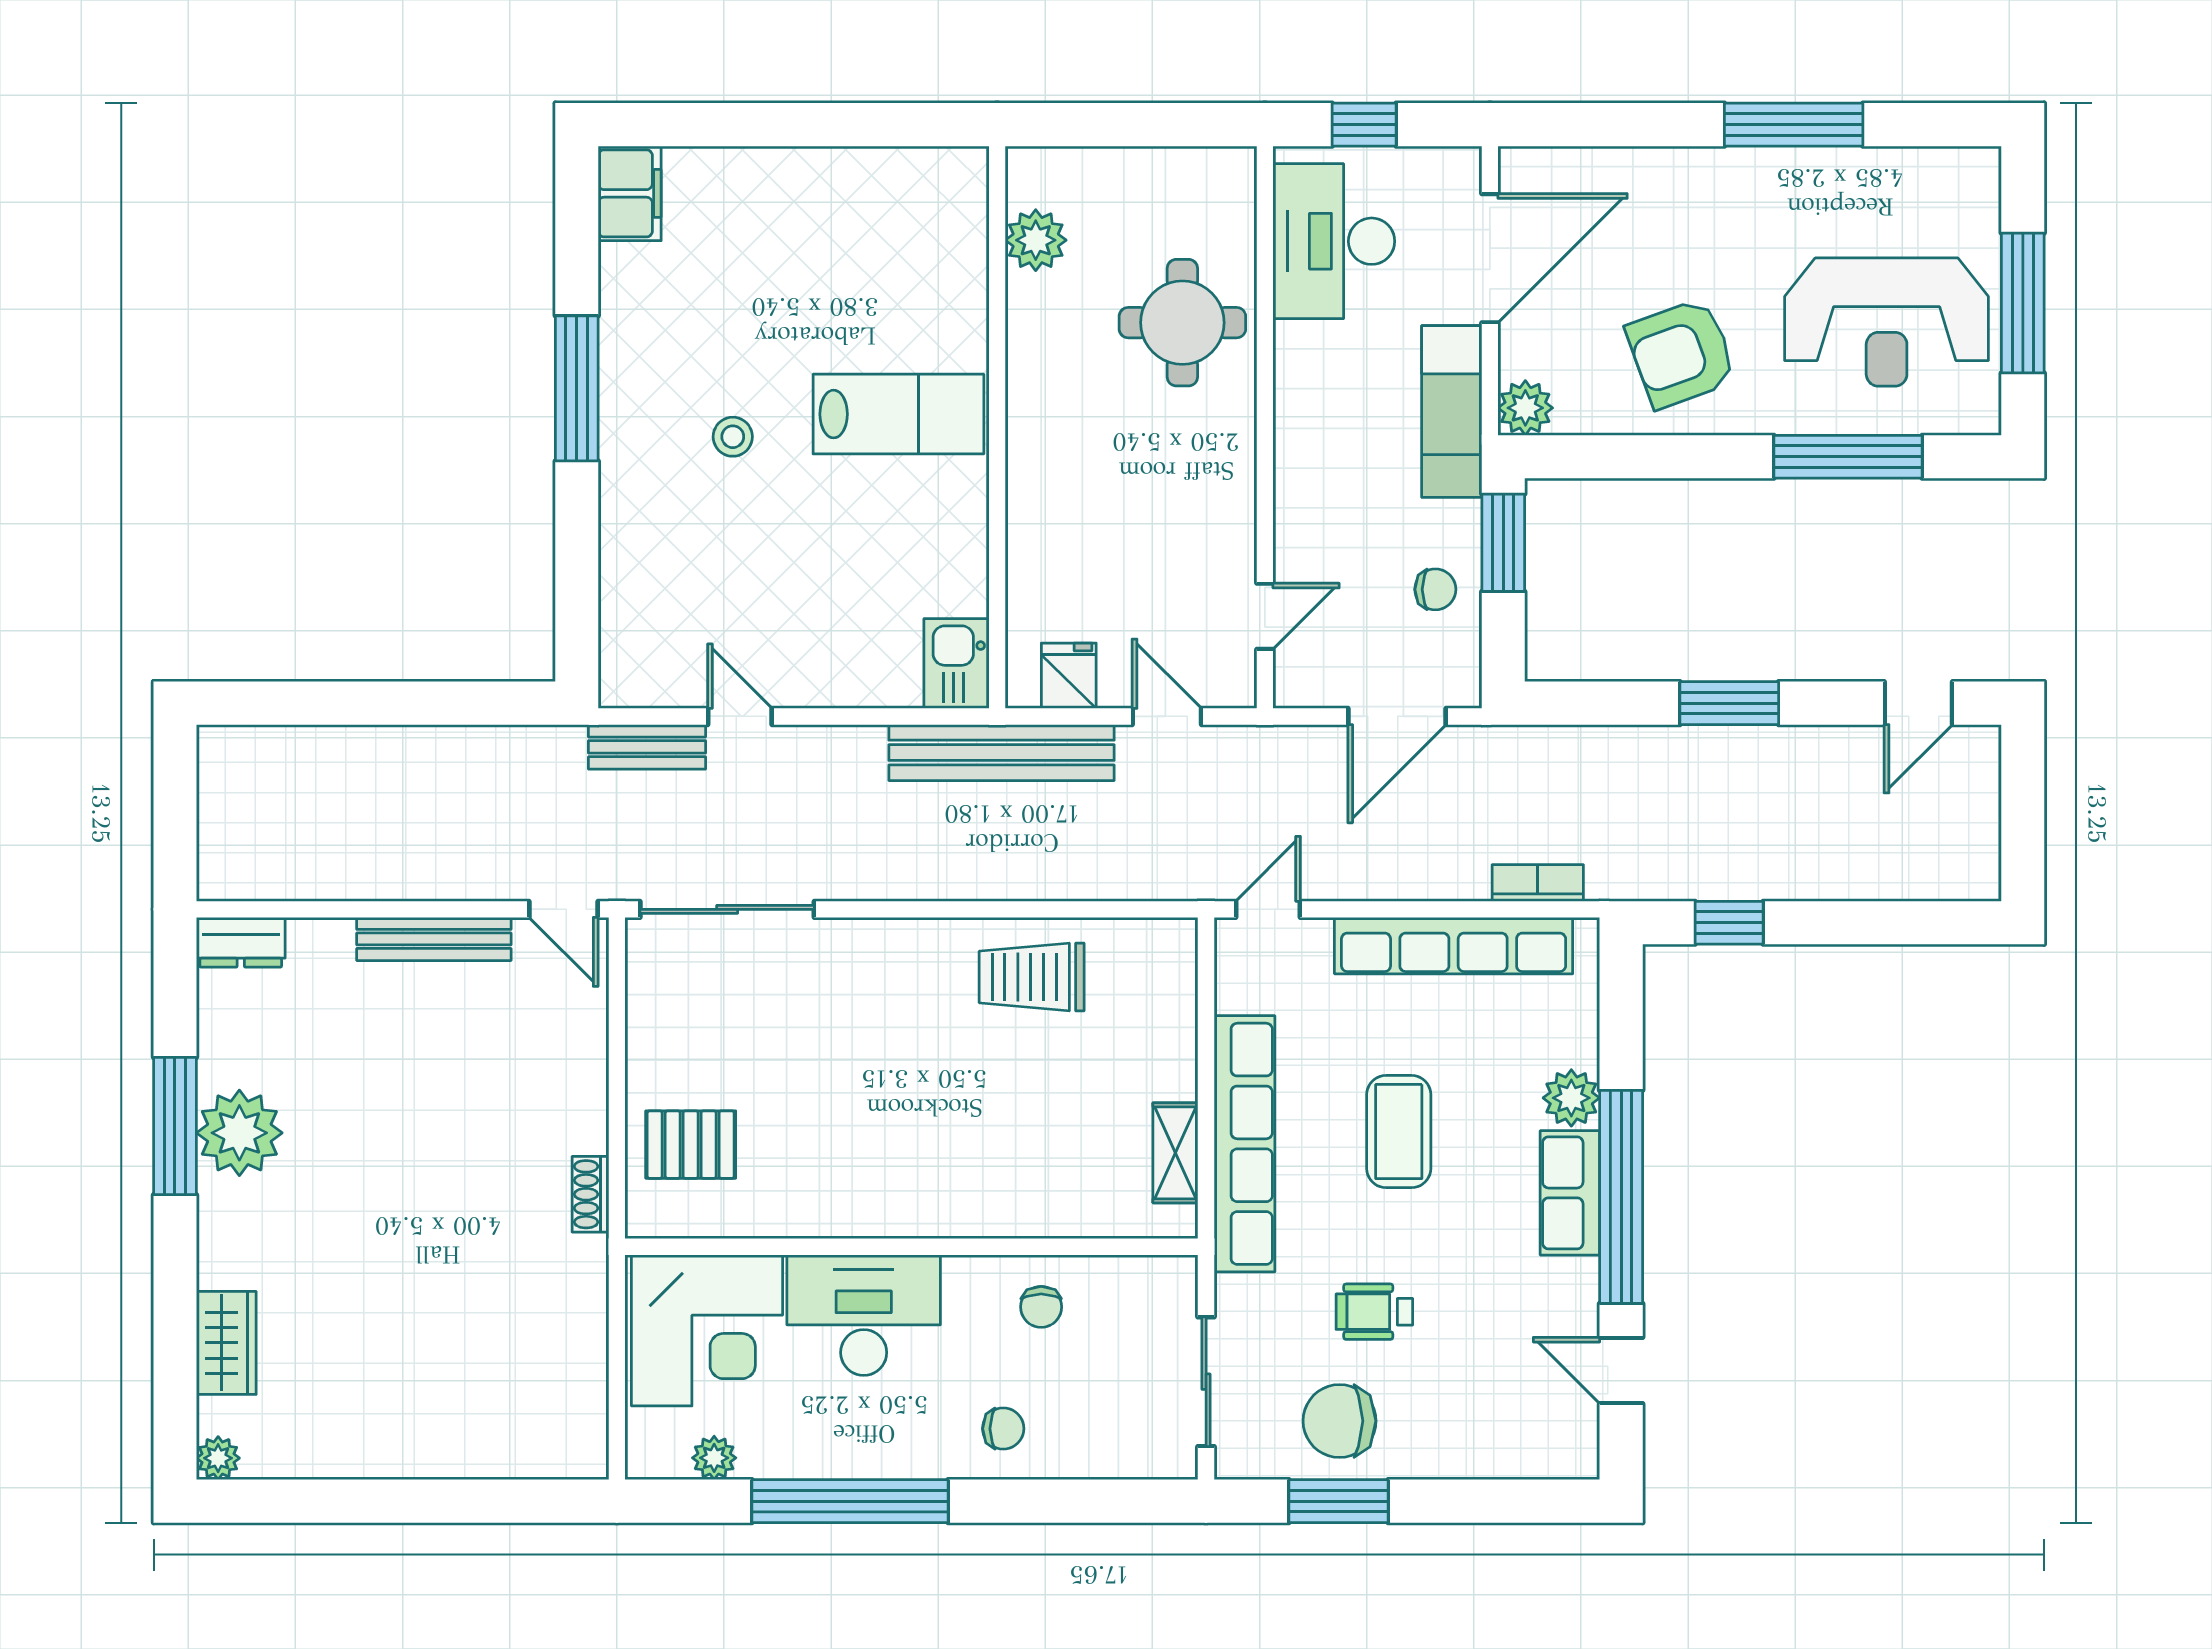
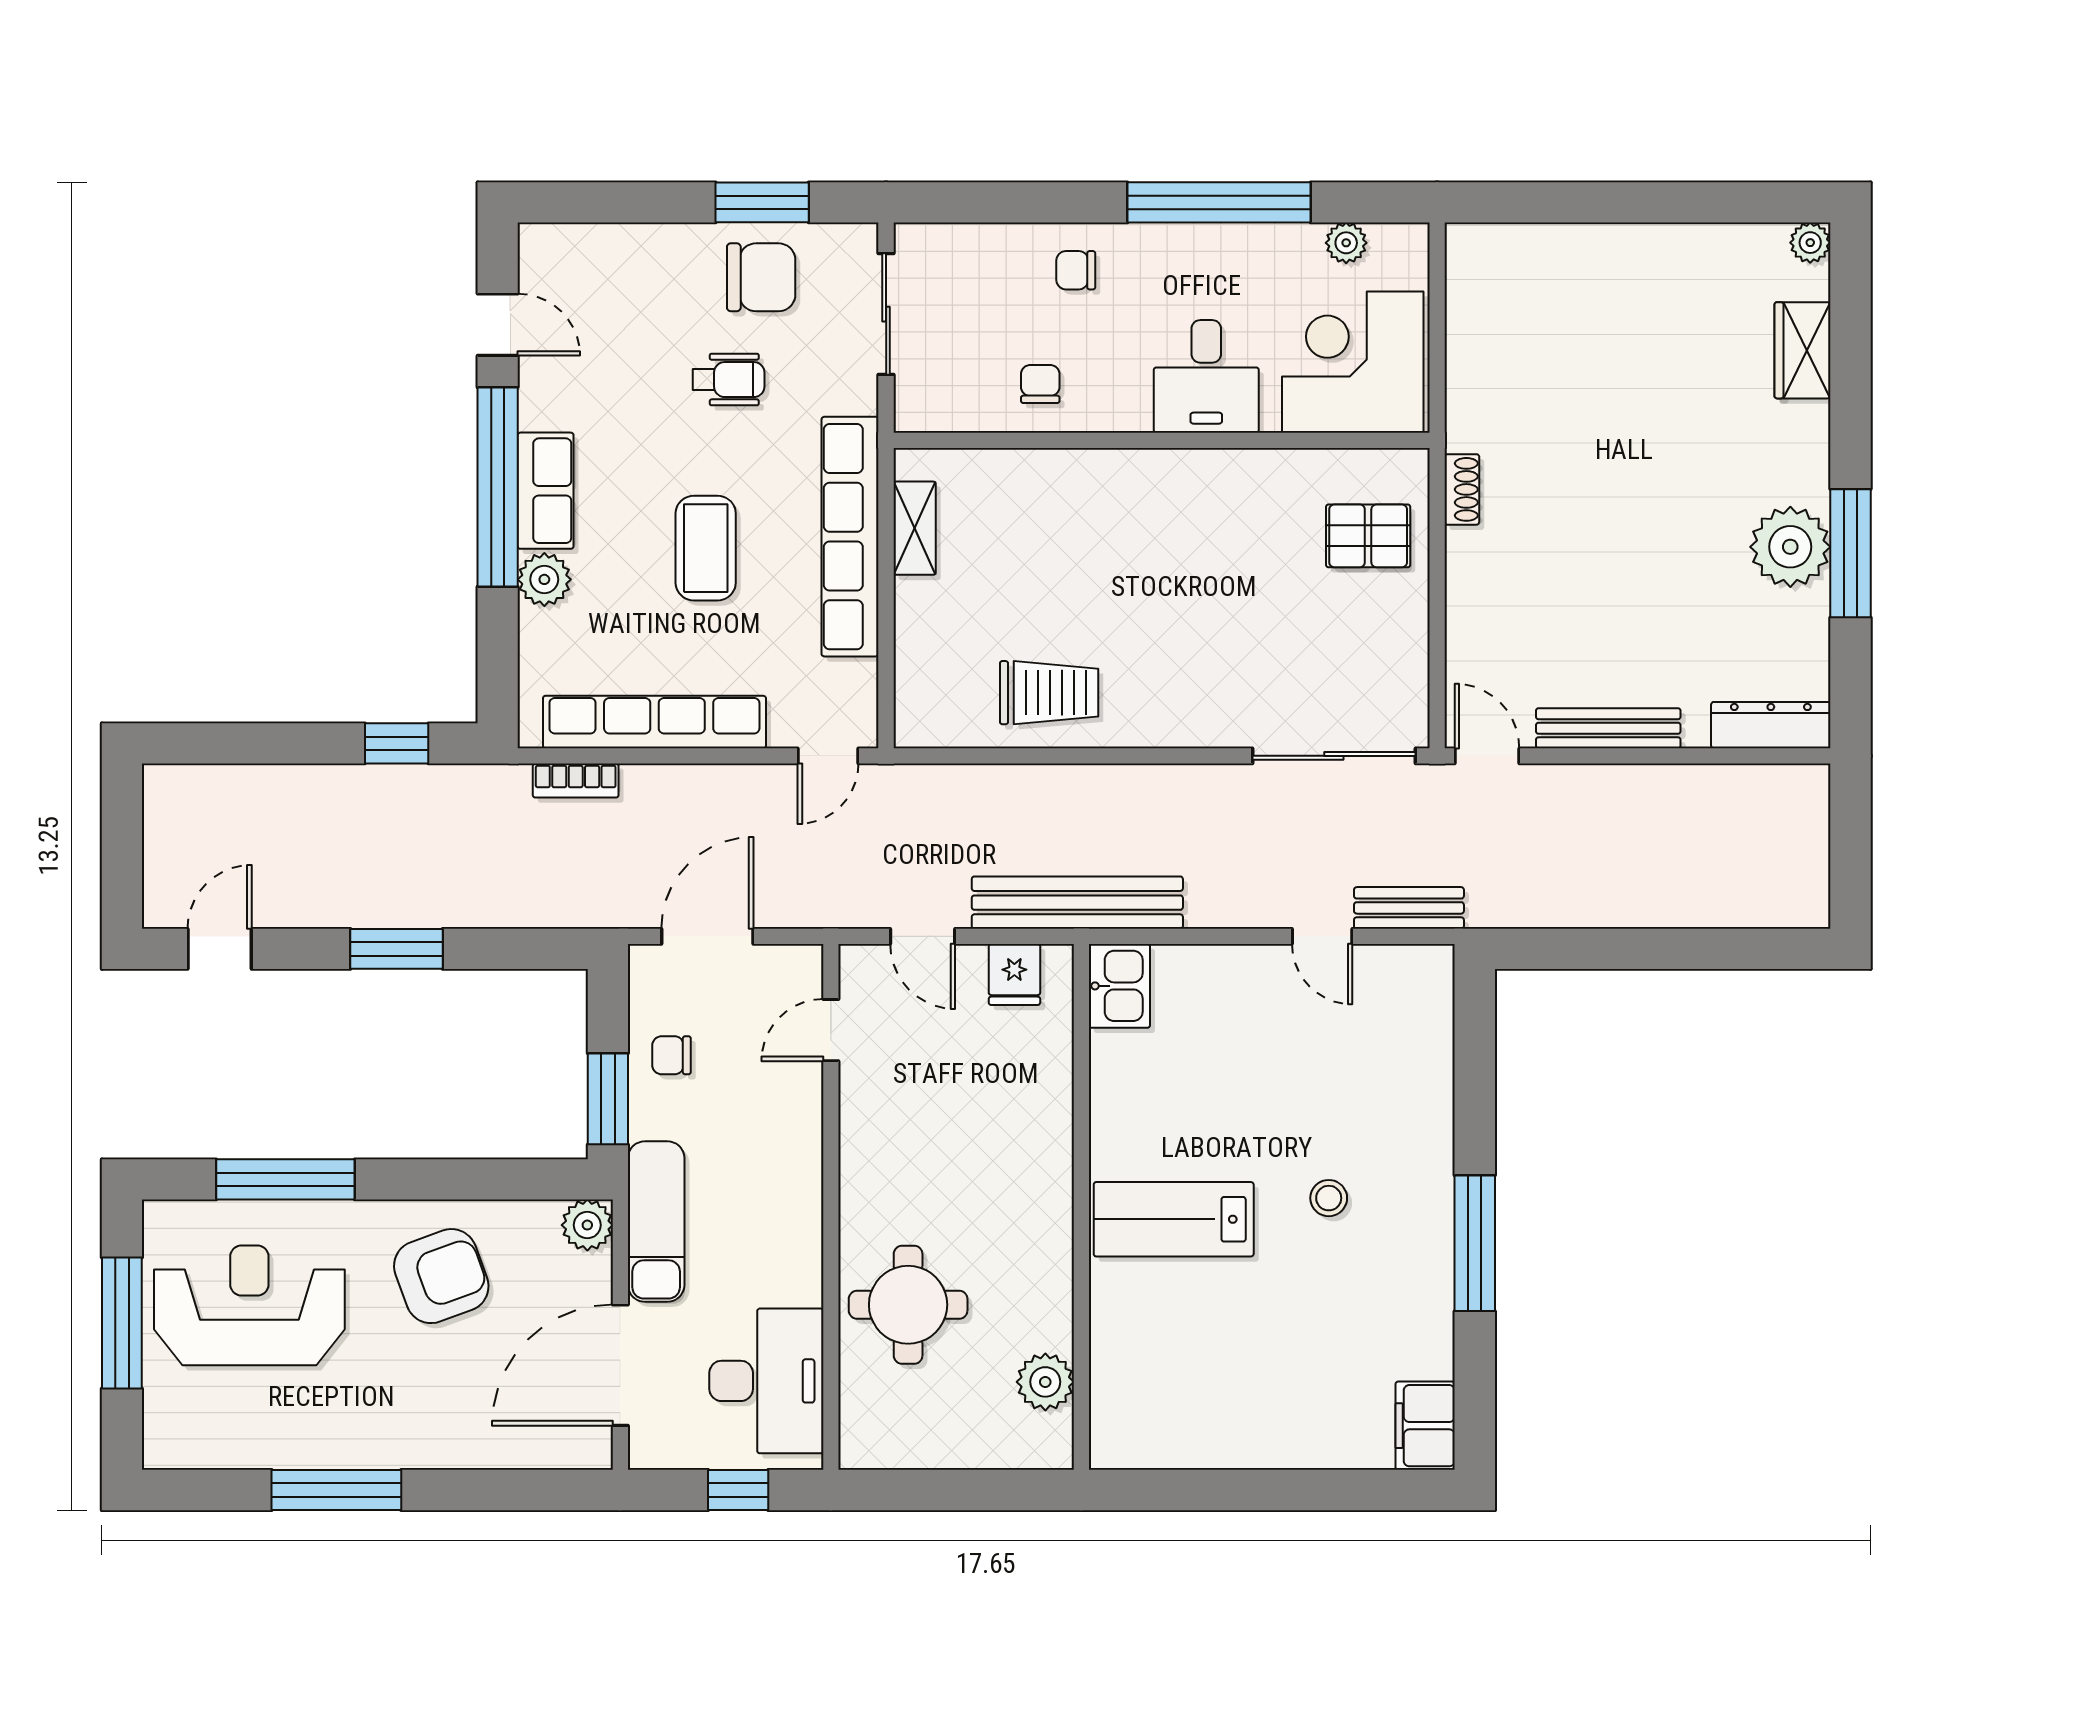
dresser: (241, 942) -> (1771, 725), width x1.44
desk: (864, 1315) -> (1206, 376), width x0.73

